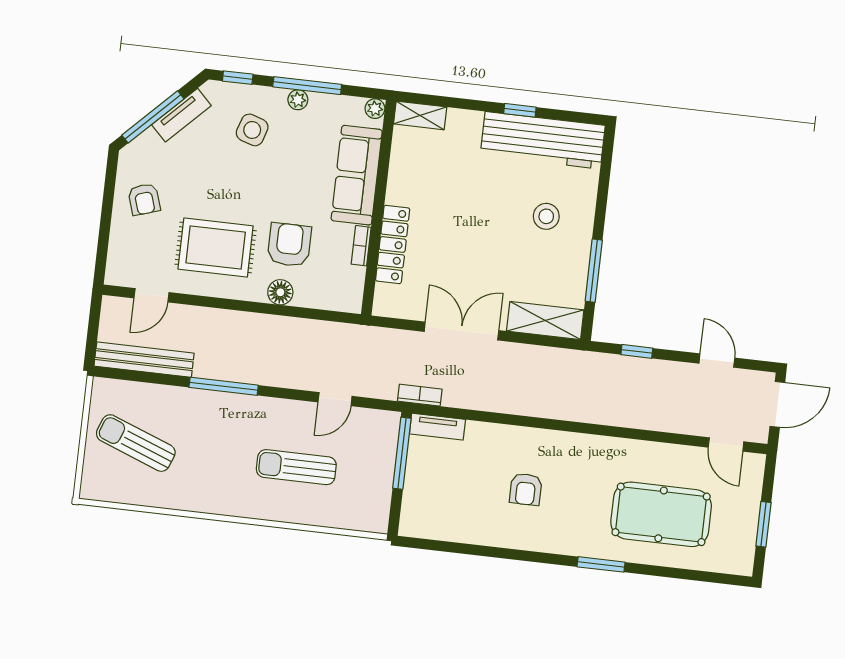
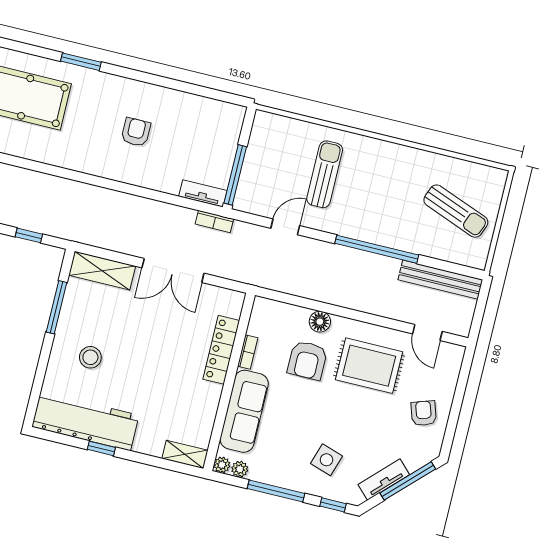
plant: (298, 100) -> (240, 469), moved
door: (152, 295) -> (427, 333), swing flipped
window: (224, 386) -> (377, 249), width x1.46
sun lounger: (296, 467) -> (325, 174), turned -90

